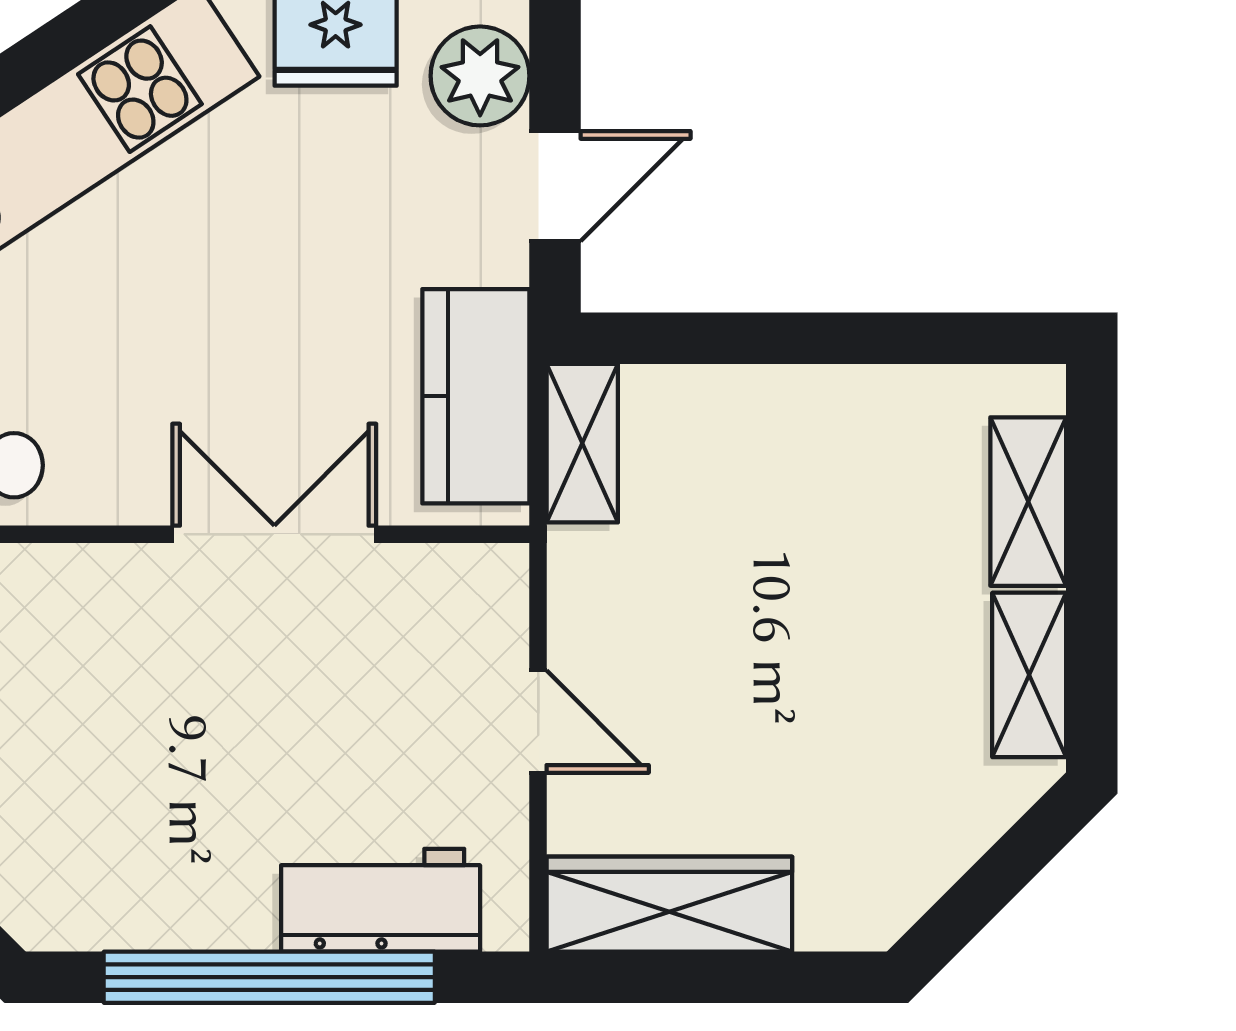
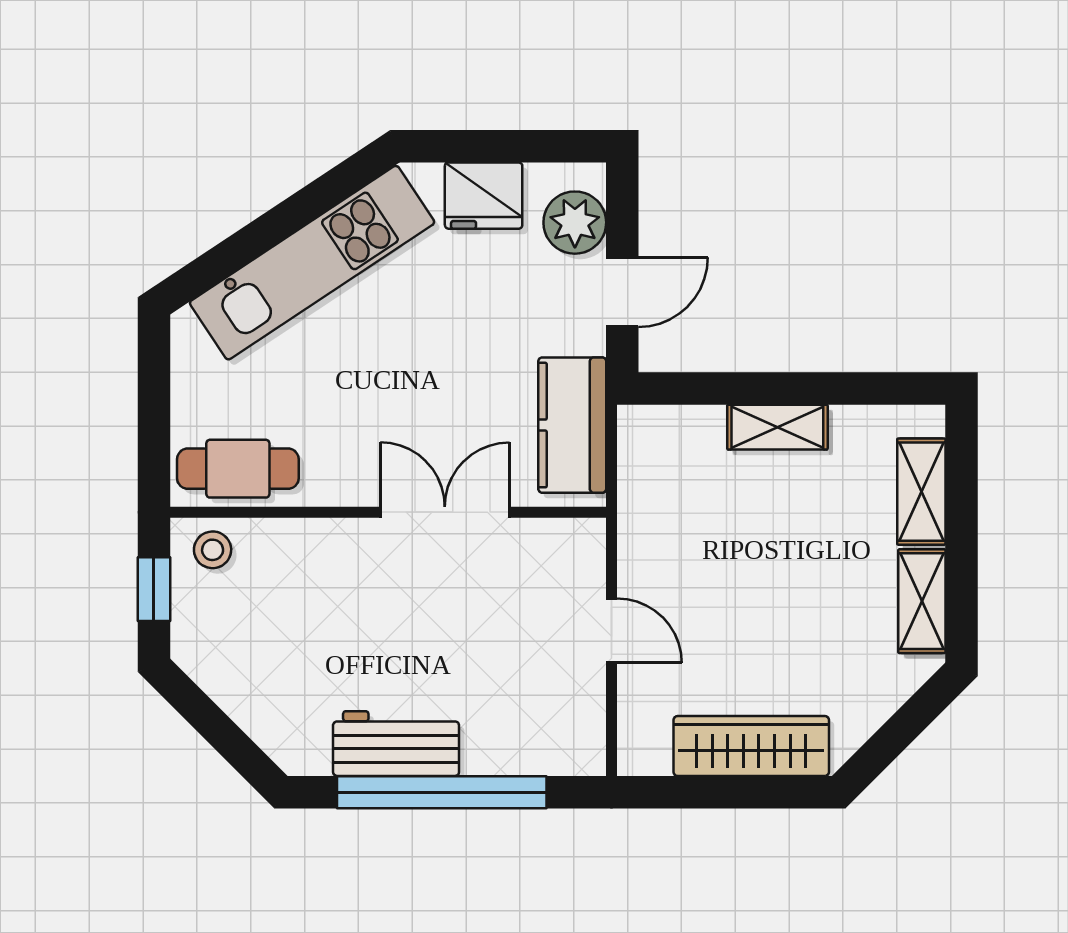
shelving: (582, 443) -> (777, 427), moved, turned 90
workbench: (381, 900) -> (396, 744), moved
wardrobe: (669, 904) -> (751, 746), moved

